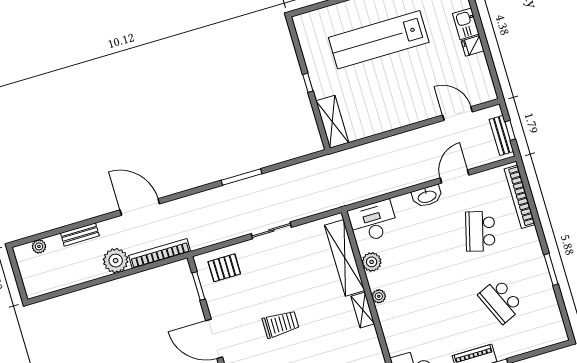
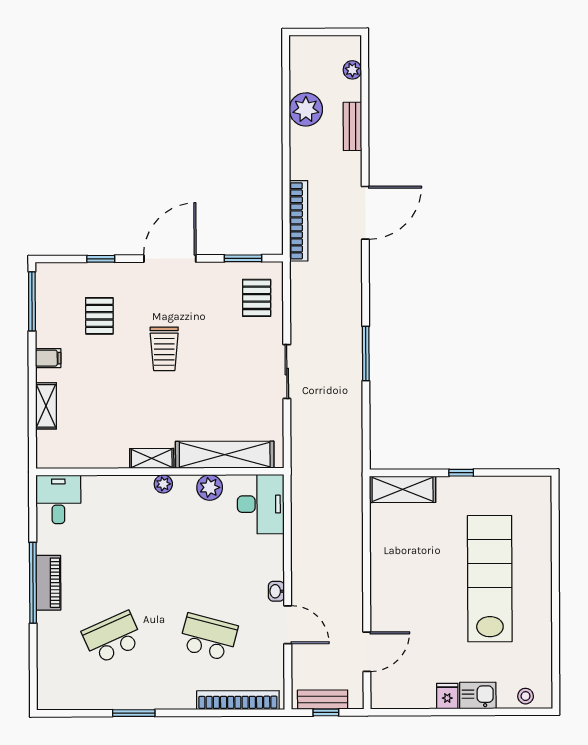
washbasin: (427, 196) -> (276, 591), width x0.52, depth x0.69
plant: (116, 261) -> (306, 109), moved

